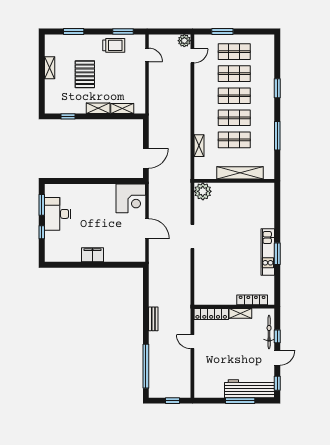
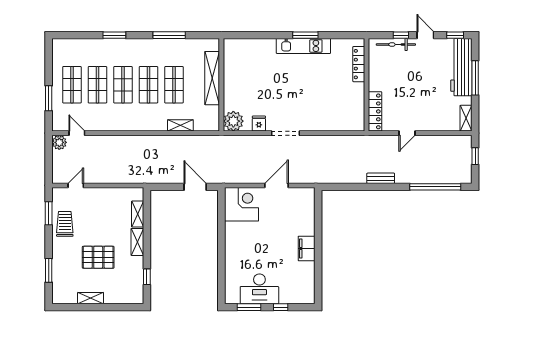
fridge: (201, 213) -> (259, 124), added
shelving: (240, 313) -> (466, 118), moved

